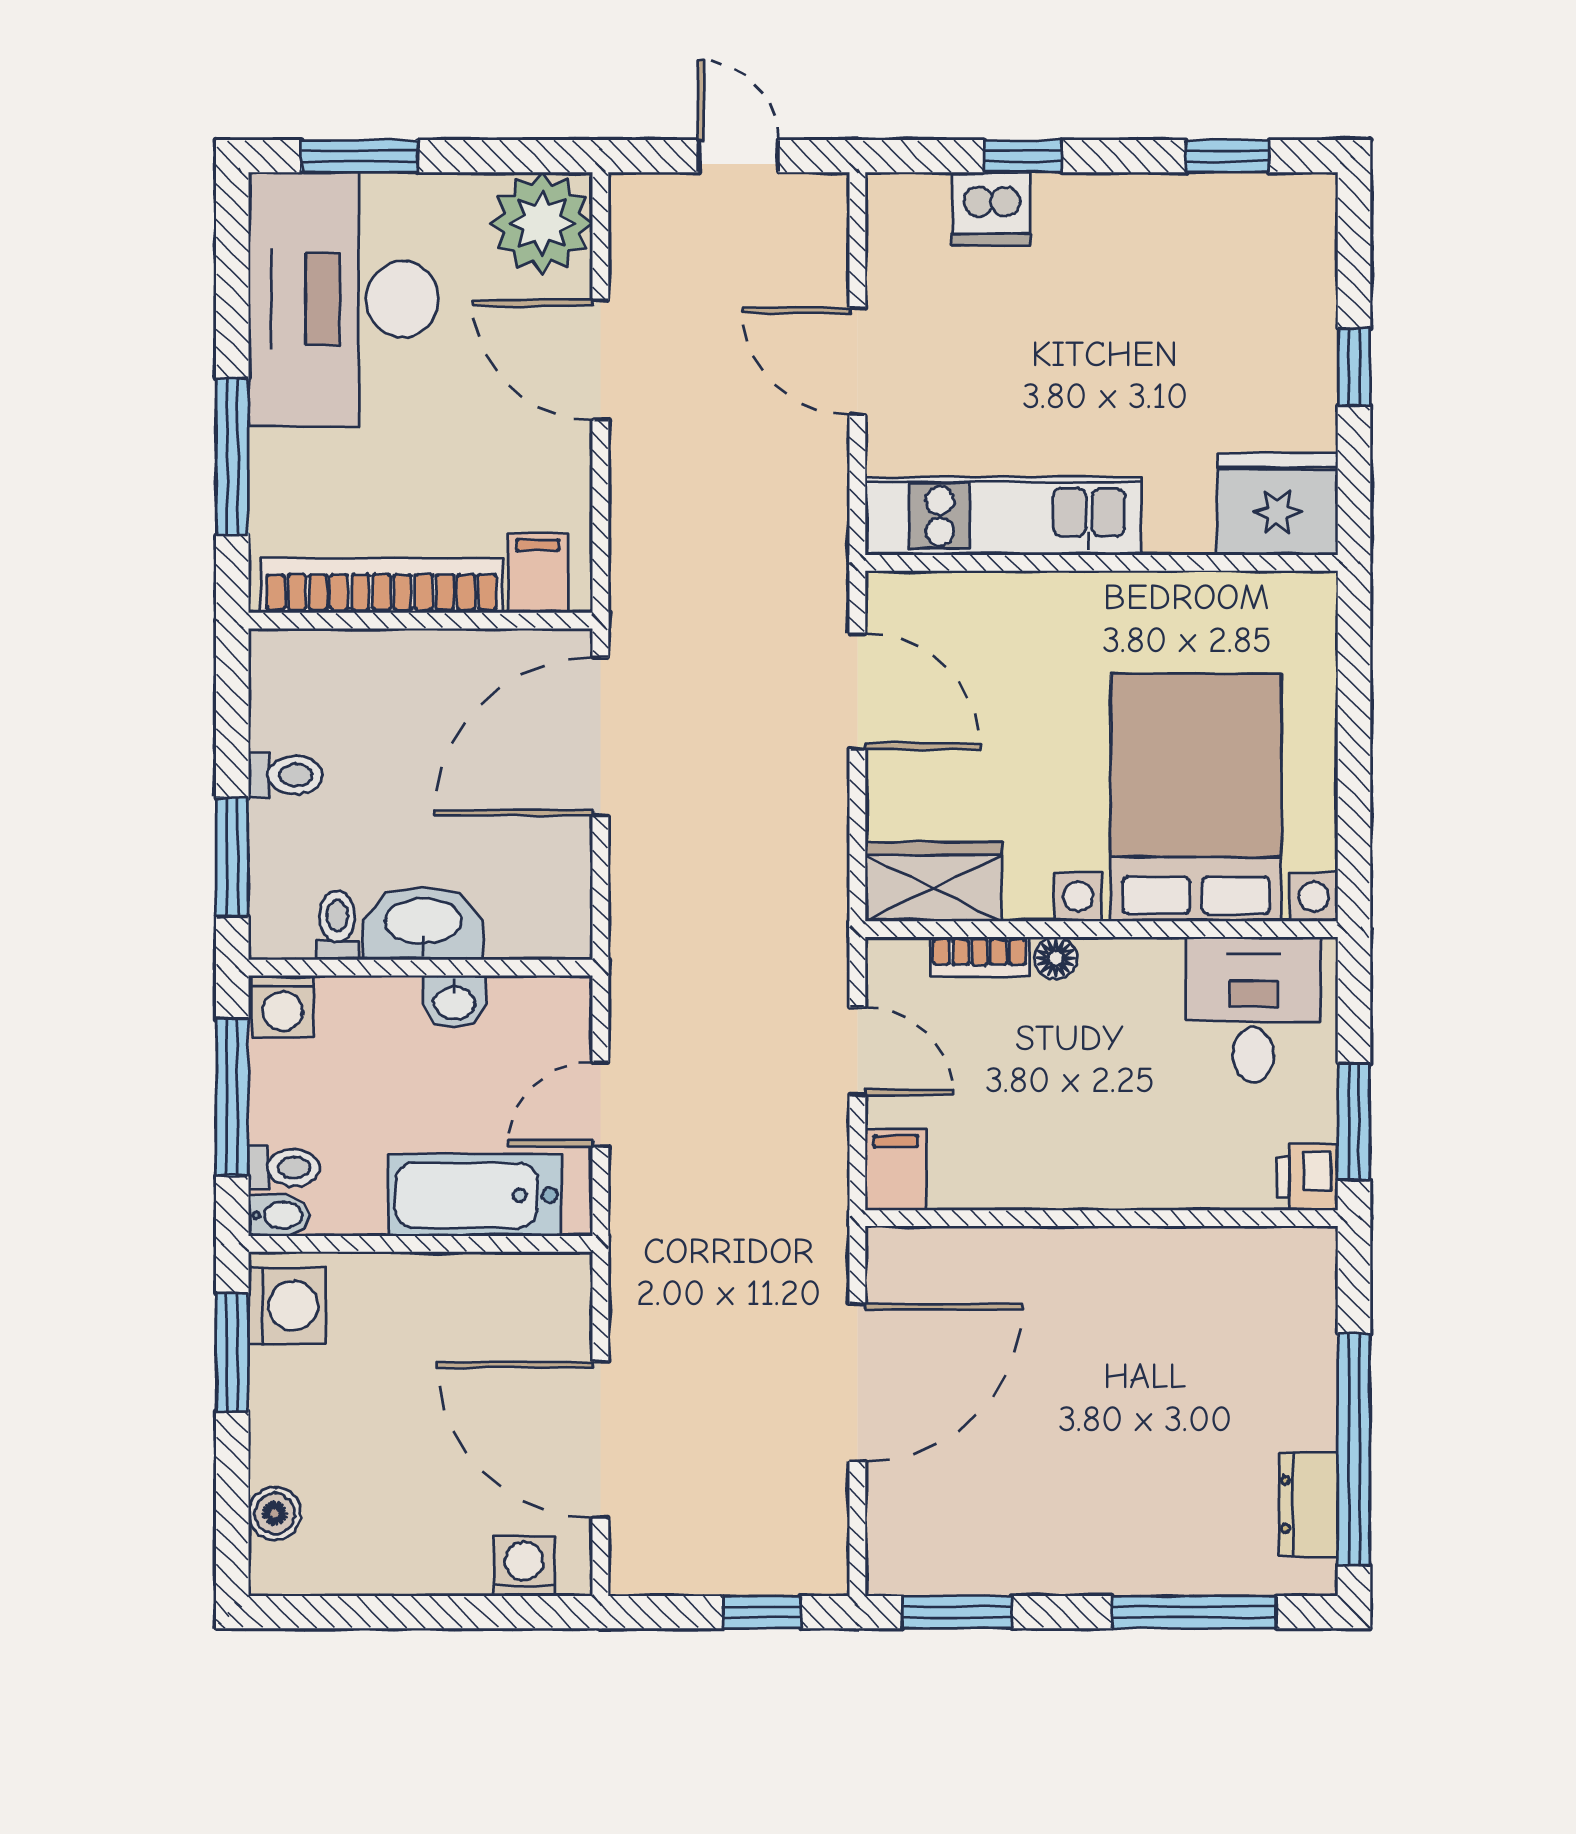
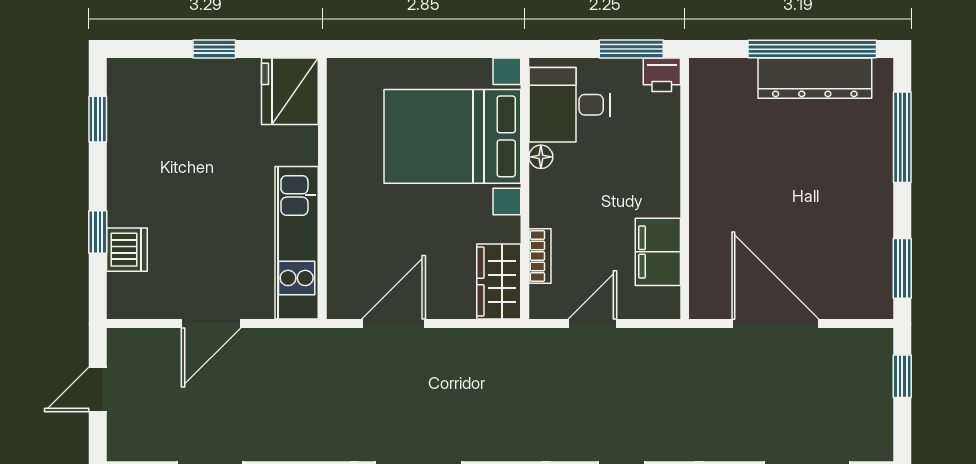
floor lamp: (1056, 958) -> (541, 157), moved
filing cabinet: (896, 1170) -> (658, 252), moved, width x2.00
dresser: (1309, 1504) -> (815, 78), width x1.96, depth x1.24

